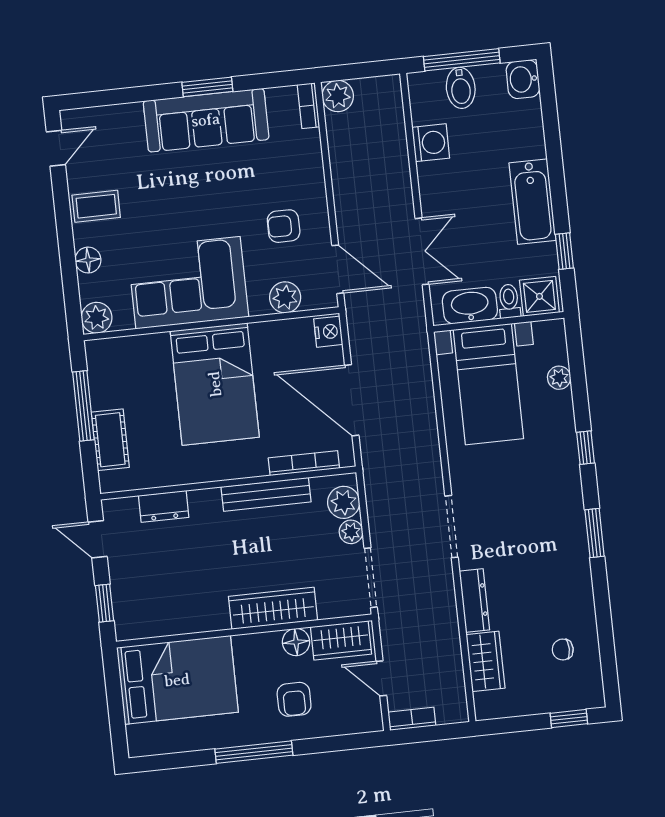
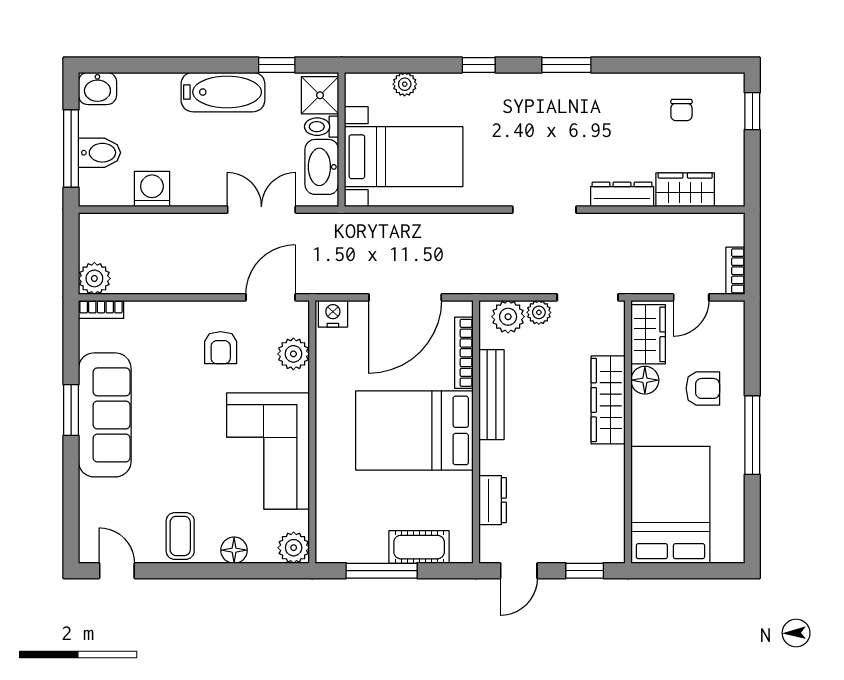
bed: (215, 384) -> (414, 430), moved, turned 180

